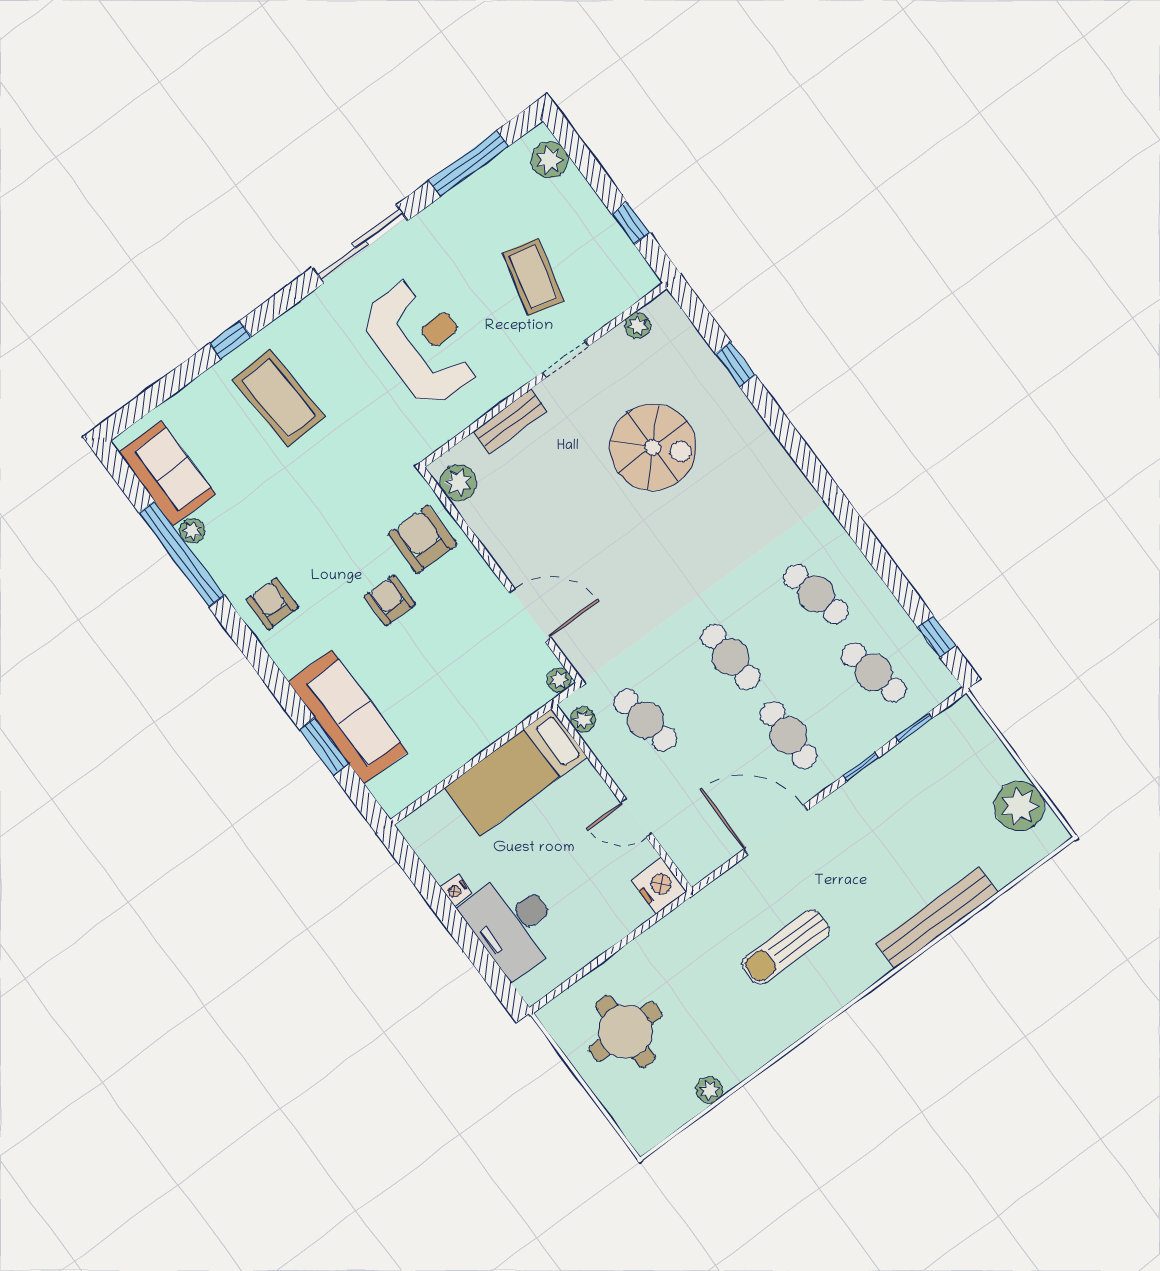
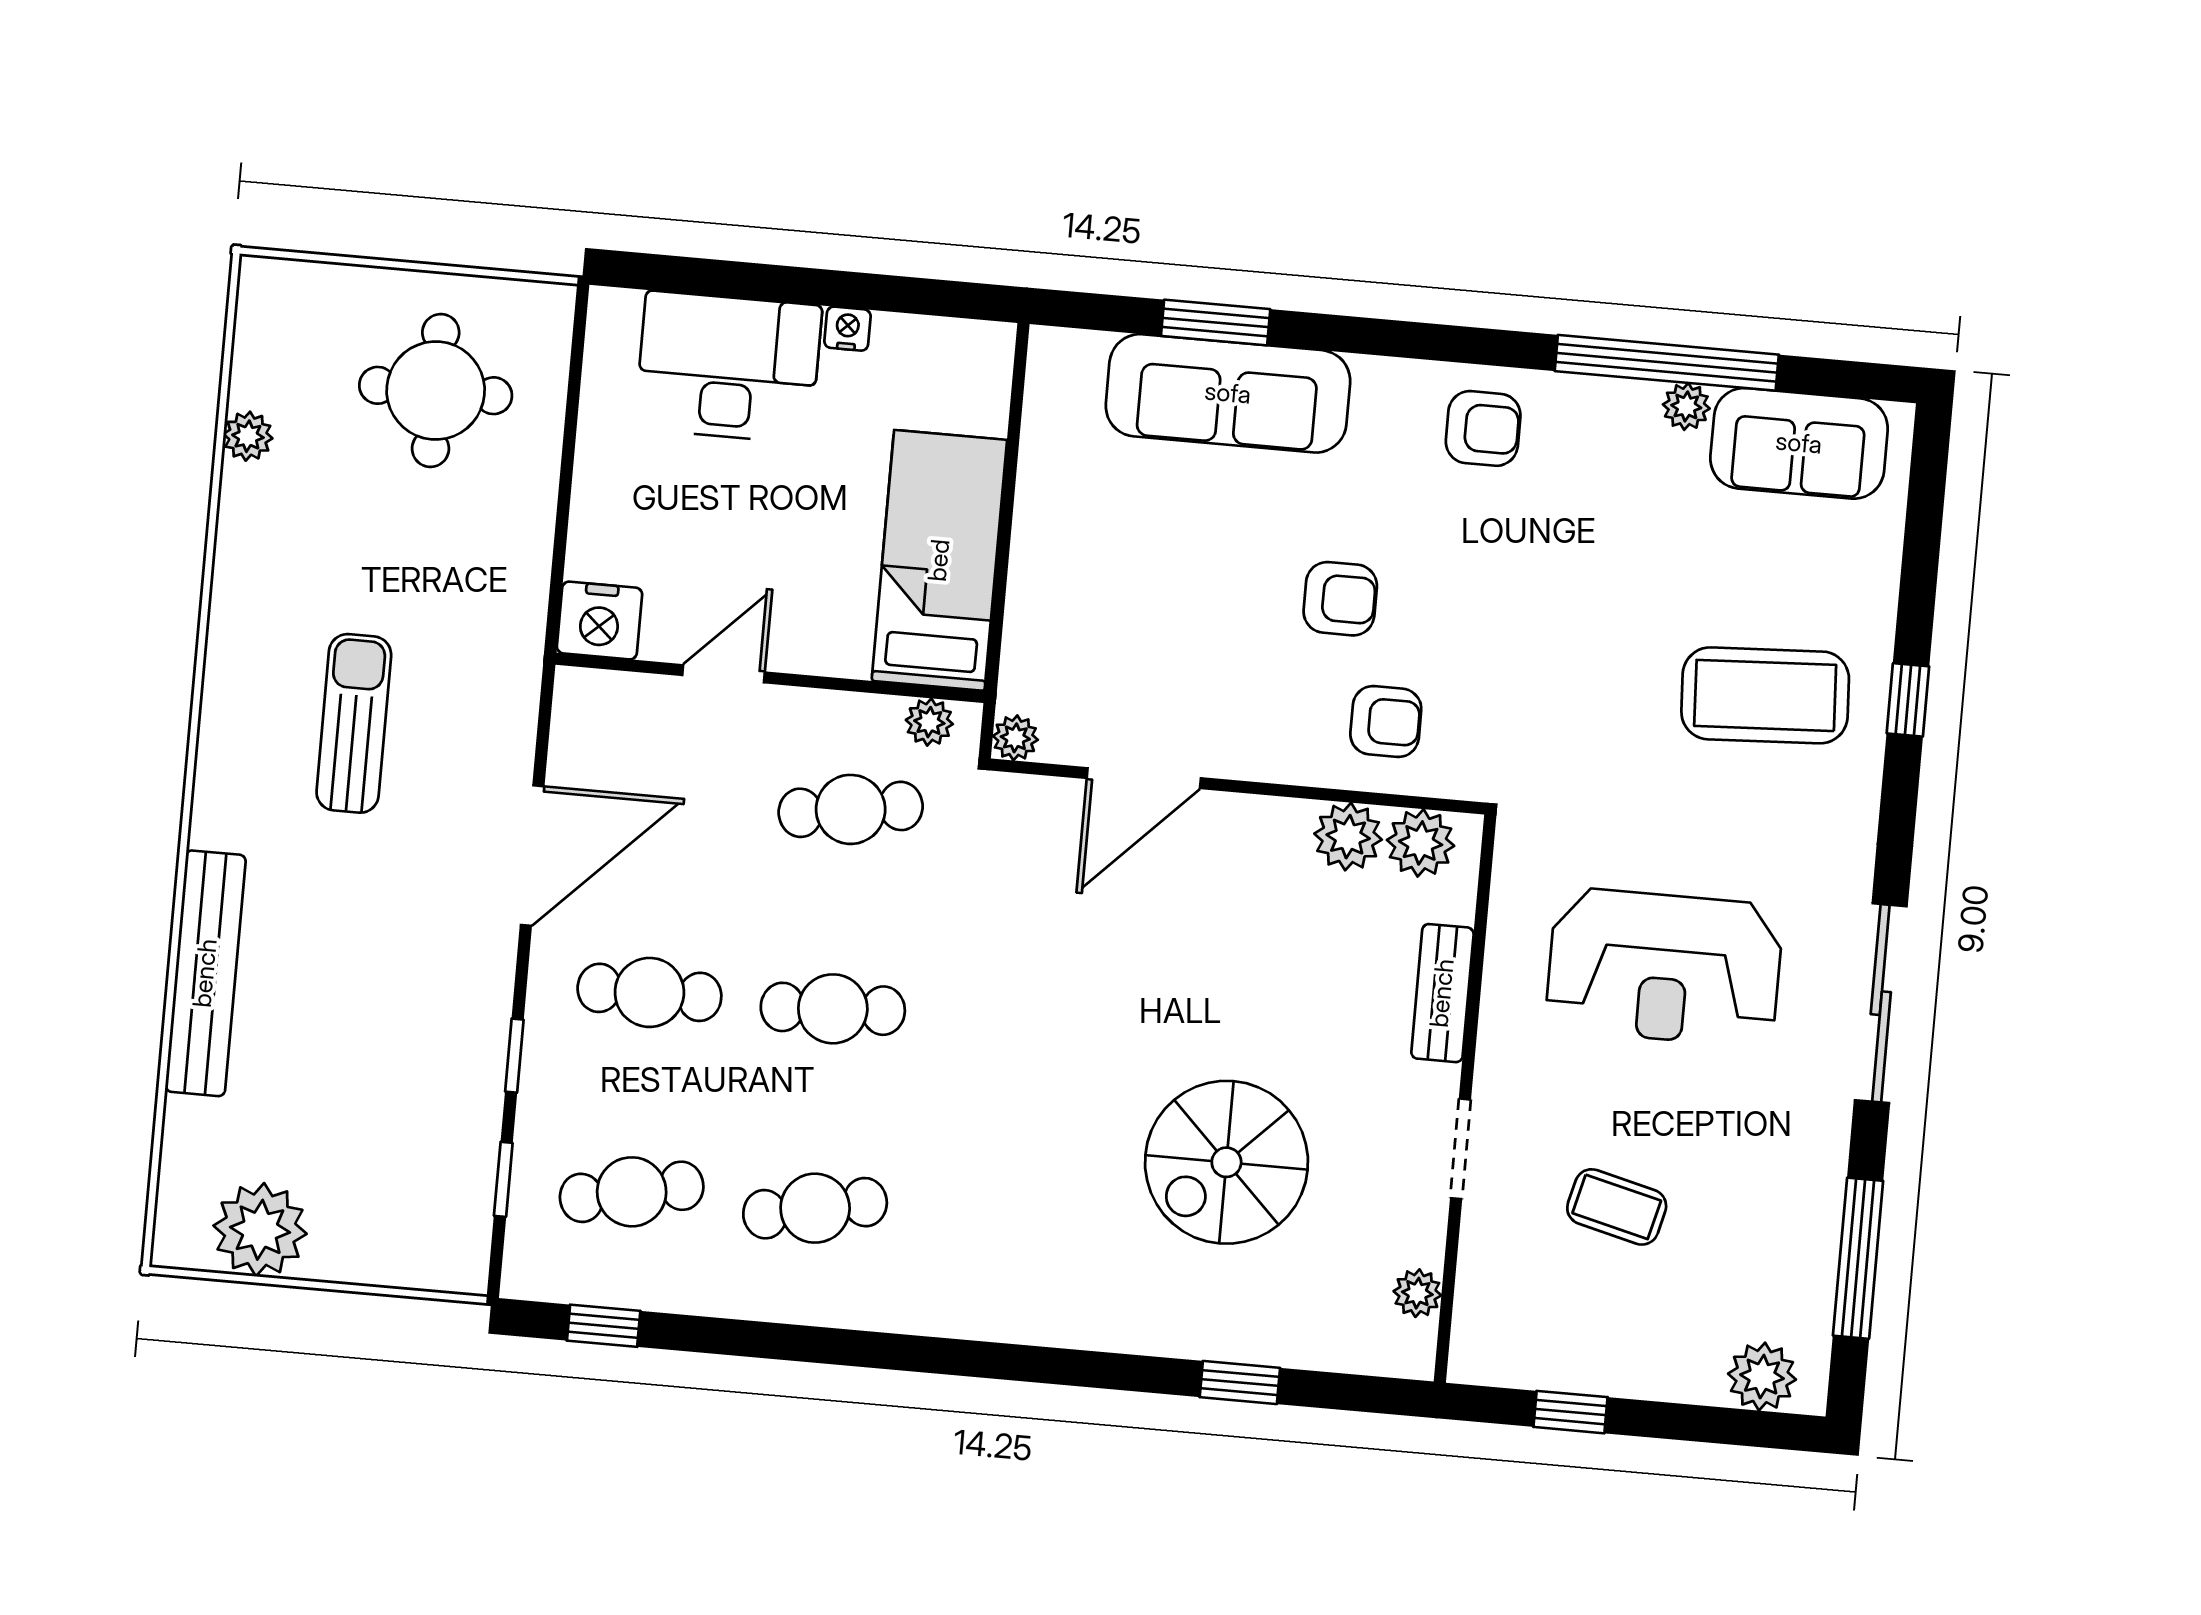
coffee table: (533, 277) -> (1617, 1207), width x0.73, depth x0.77
plant: (481, 514) -> (1348, 837), added
armchair: (422, 539) -> (1386, 721), width x0.72, depth x0.72

